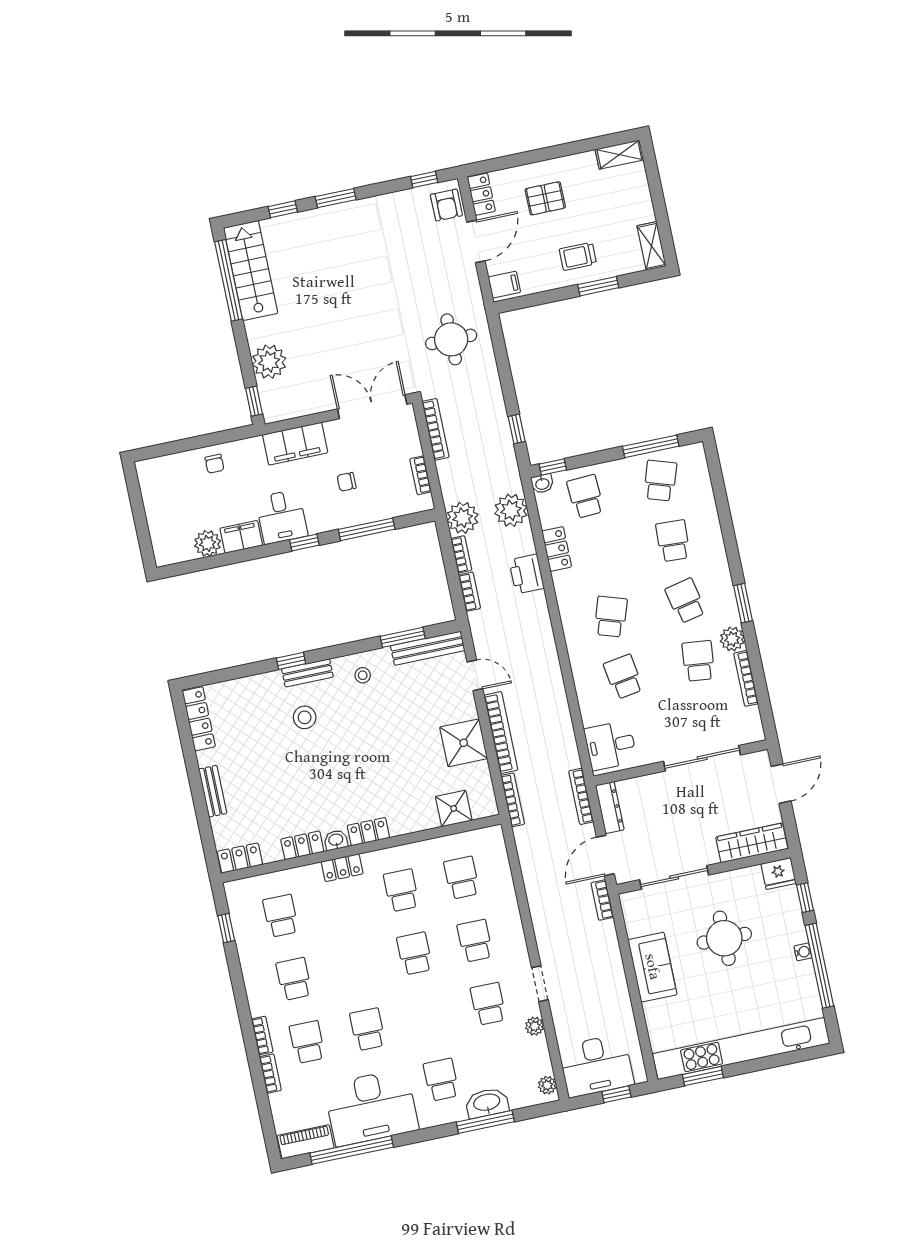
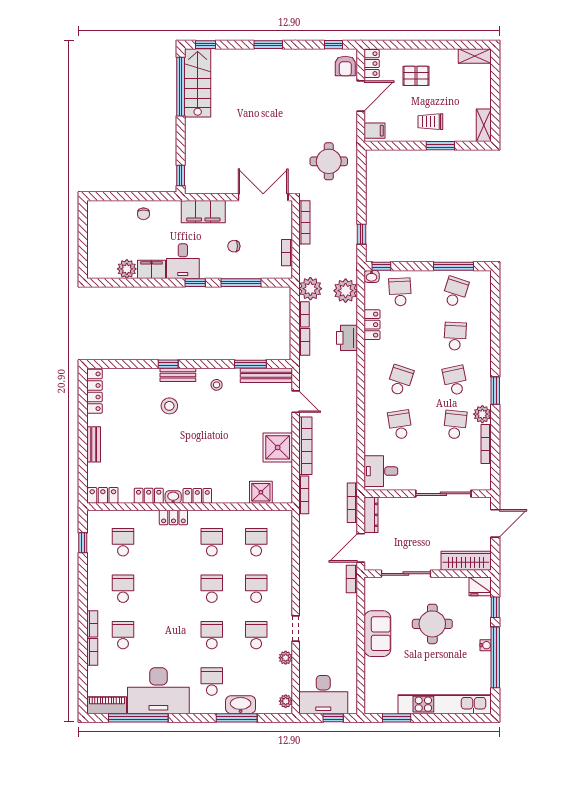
window: (283, 209) -> (206, 45), moved
plant: (269, 362) -> (197, 150), removed
school desk: (368, 1029) -> (212, 635), moved
kitchen unit: (741, 1049) -> (445, 704), width x0.73

